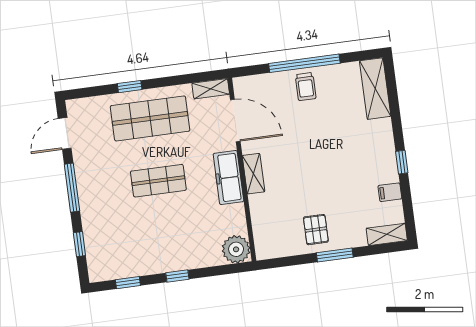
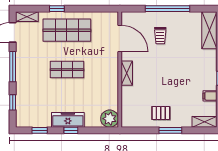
trolley: (306, 87) -> (160, 36), moved
shelving: (211, 89) -> (27, 17), moved
freezer: (228, 178) -> (68, 120), moved, turned 90
pallet: (316, 230) -> (161, 113), turned 90

